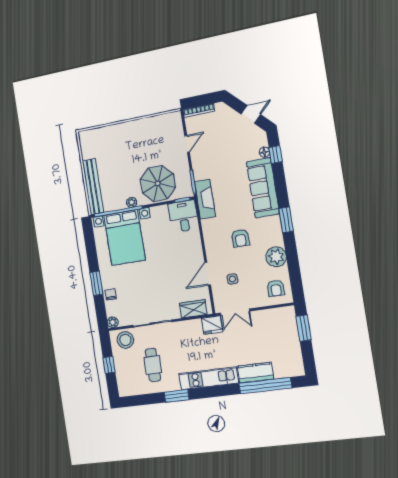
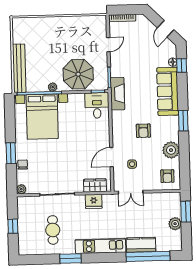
door: (251, 114) -> (166, 29), swing flipped
fridge: (212, 325) -> (94, 201), moved
stool: (125, 340) -> (31, 206), removed
plant: (293, 344) -> (175, 224), added

